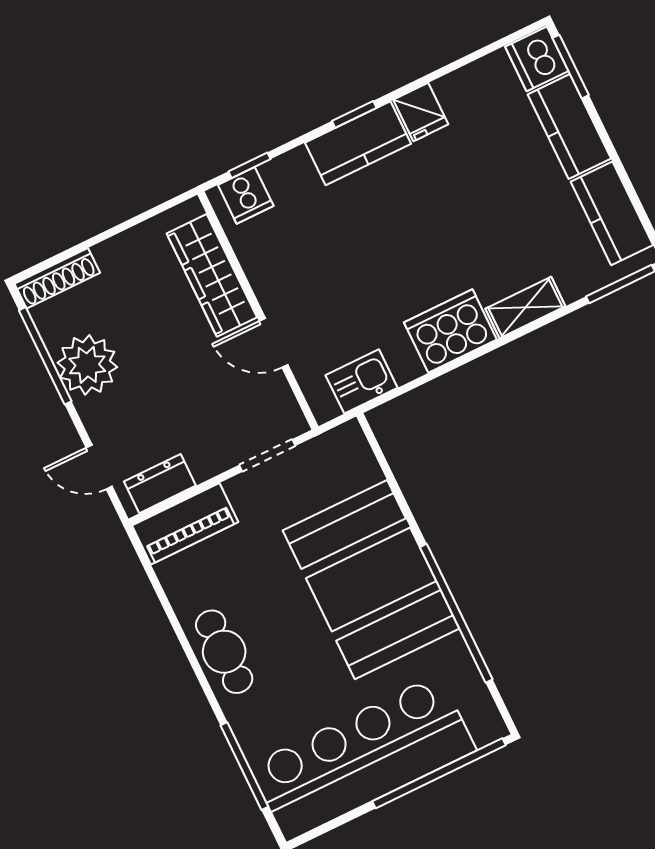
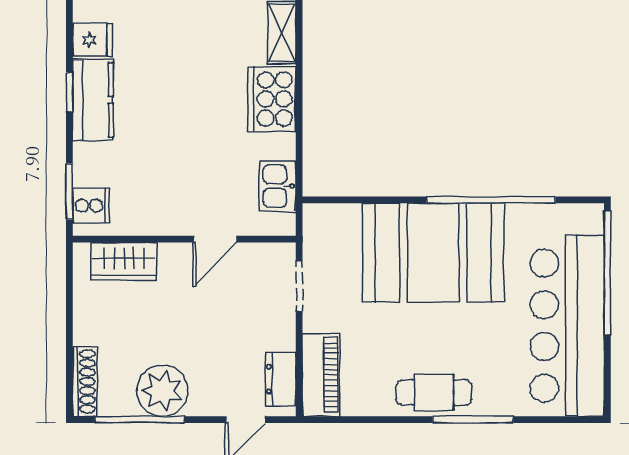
window: (249, 165) -> (69, 192), width x1.50
wardrobe: (212, 275) -> (124, 262), width x0.67
window: (244, 766) -> (473, 420), moved

